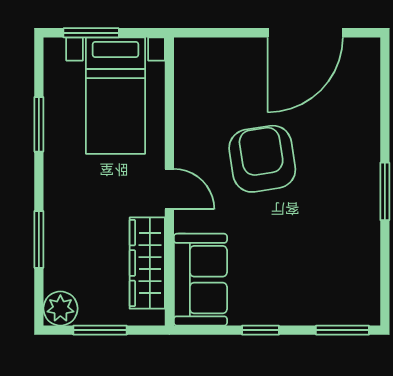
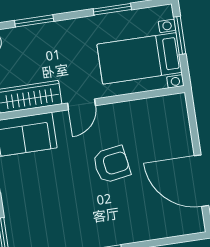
armchair: (262, 159) -> (112, 164), width x0.73, depth x0.73

